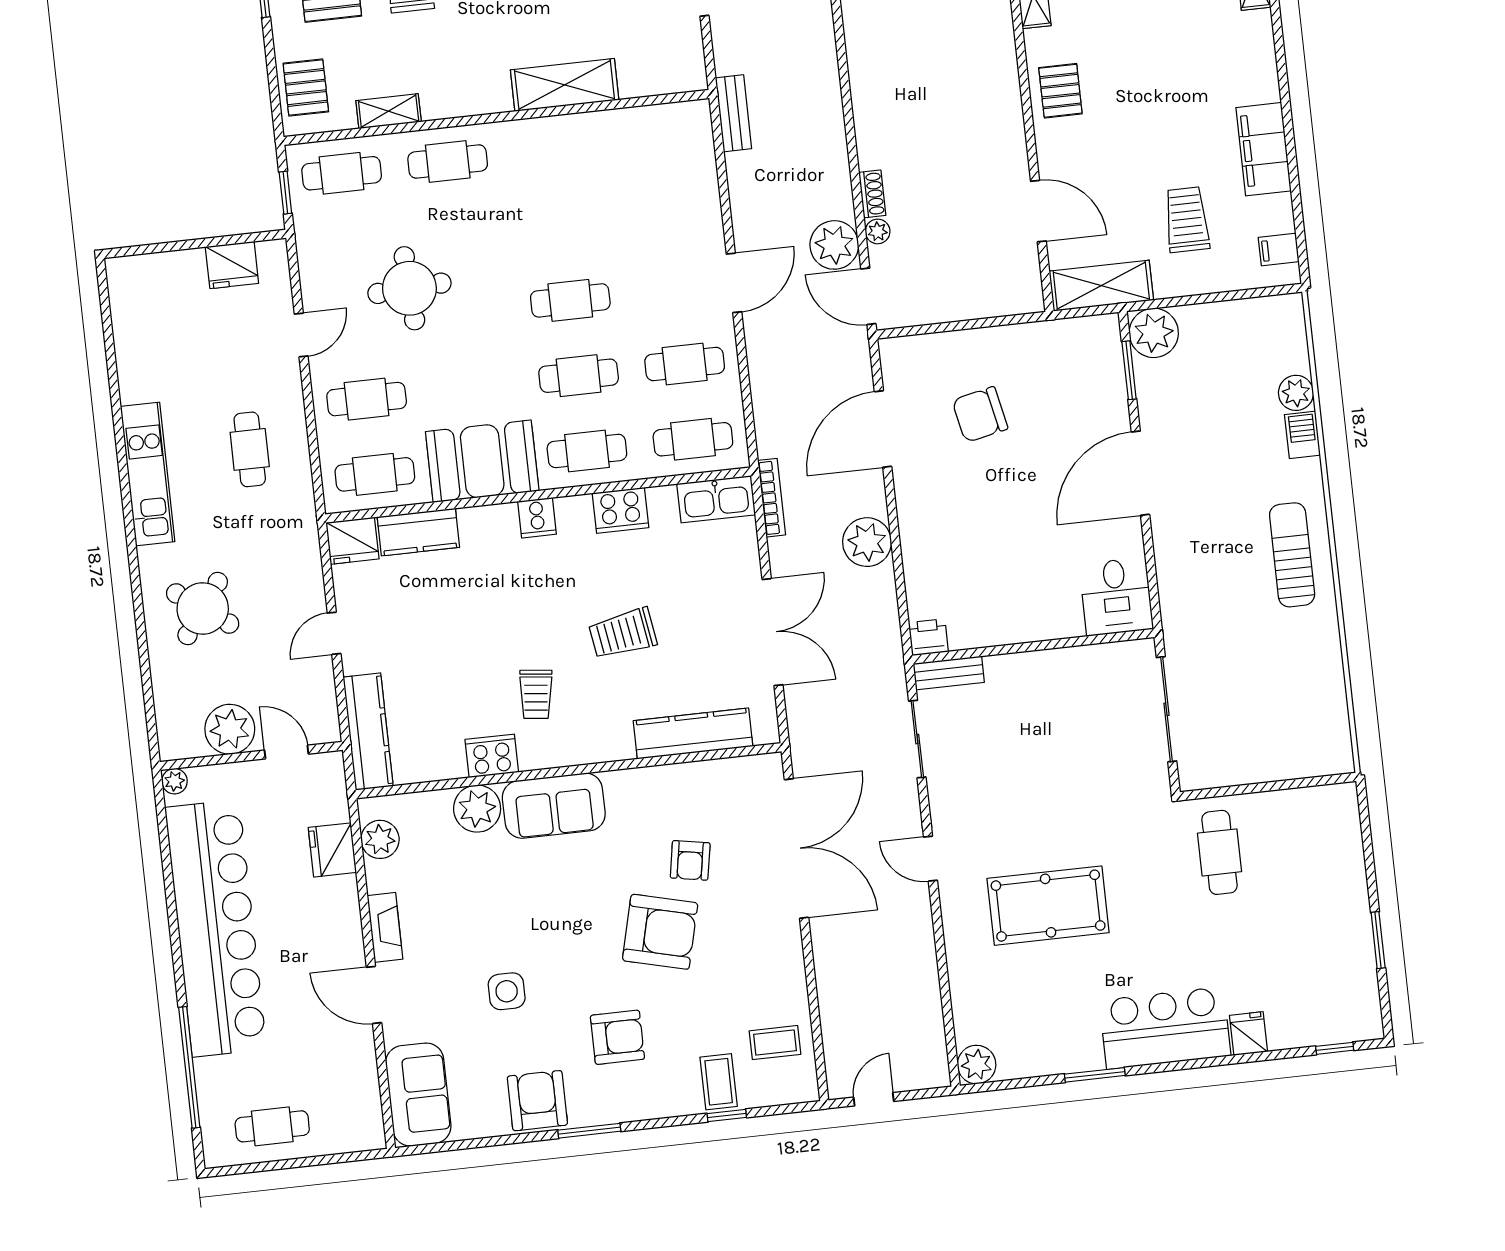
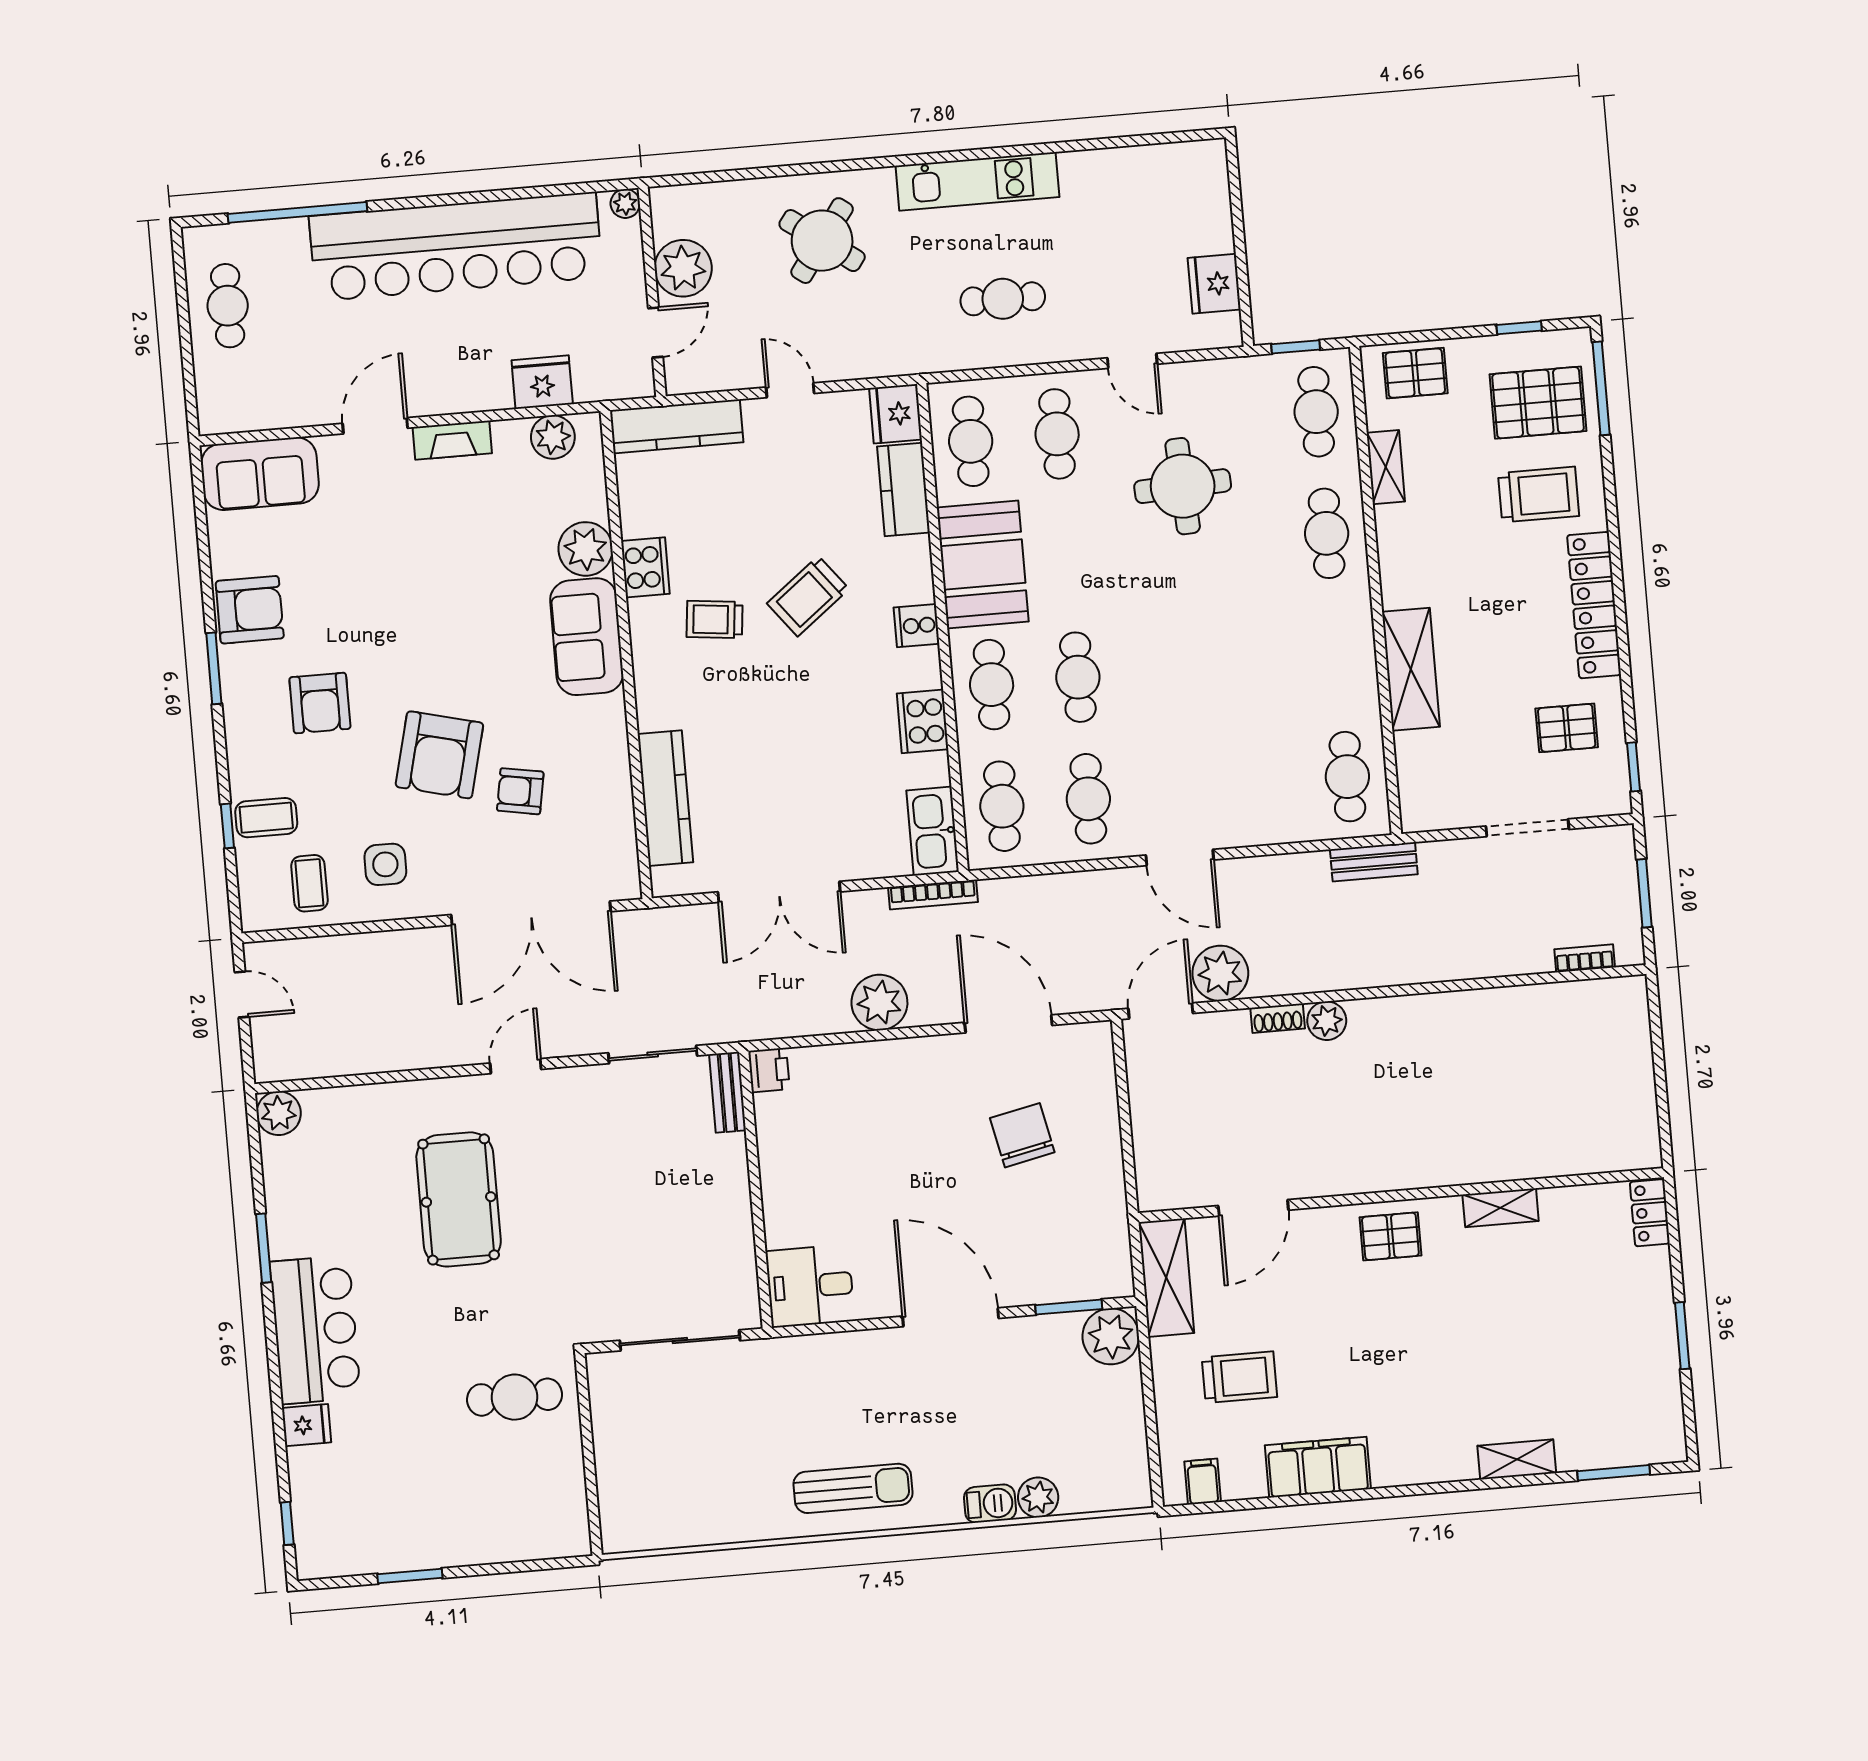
plant: (878, 231) -> (1327, 1021), moved, width x1.38, depth x1.38
cafe table: (570, 300) -> (1347, 777), moved
trolley: (623, 634) -> (808, 596), moved, turned -119
side table: (507, 991) -> (385, 864), moved

